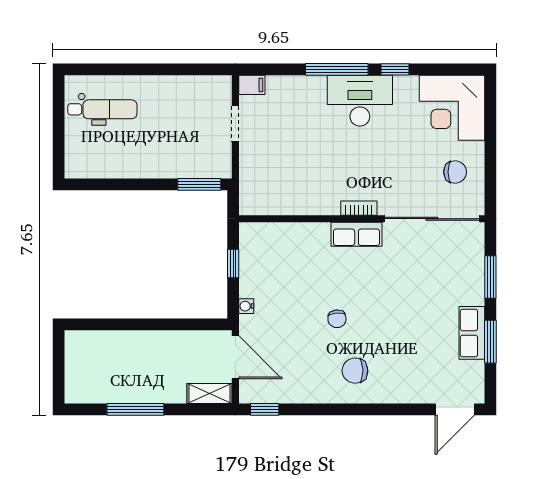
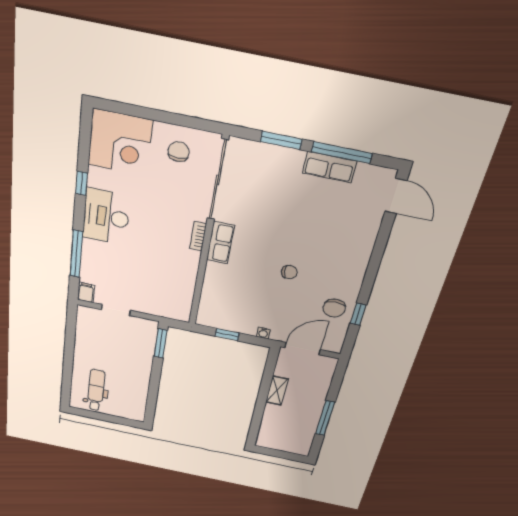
window: (337, 69) -> (76, 254), moved
window: (490, 342) -> (342, 153), width x1.44
chair: (355, 371) -> (334, 308), moved
shelving: (210, 394) -> (277, 391), moved
window: (265, 409) -> (358, 314), moved

